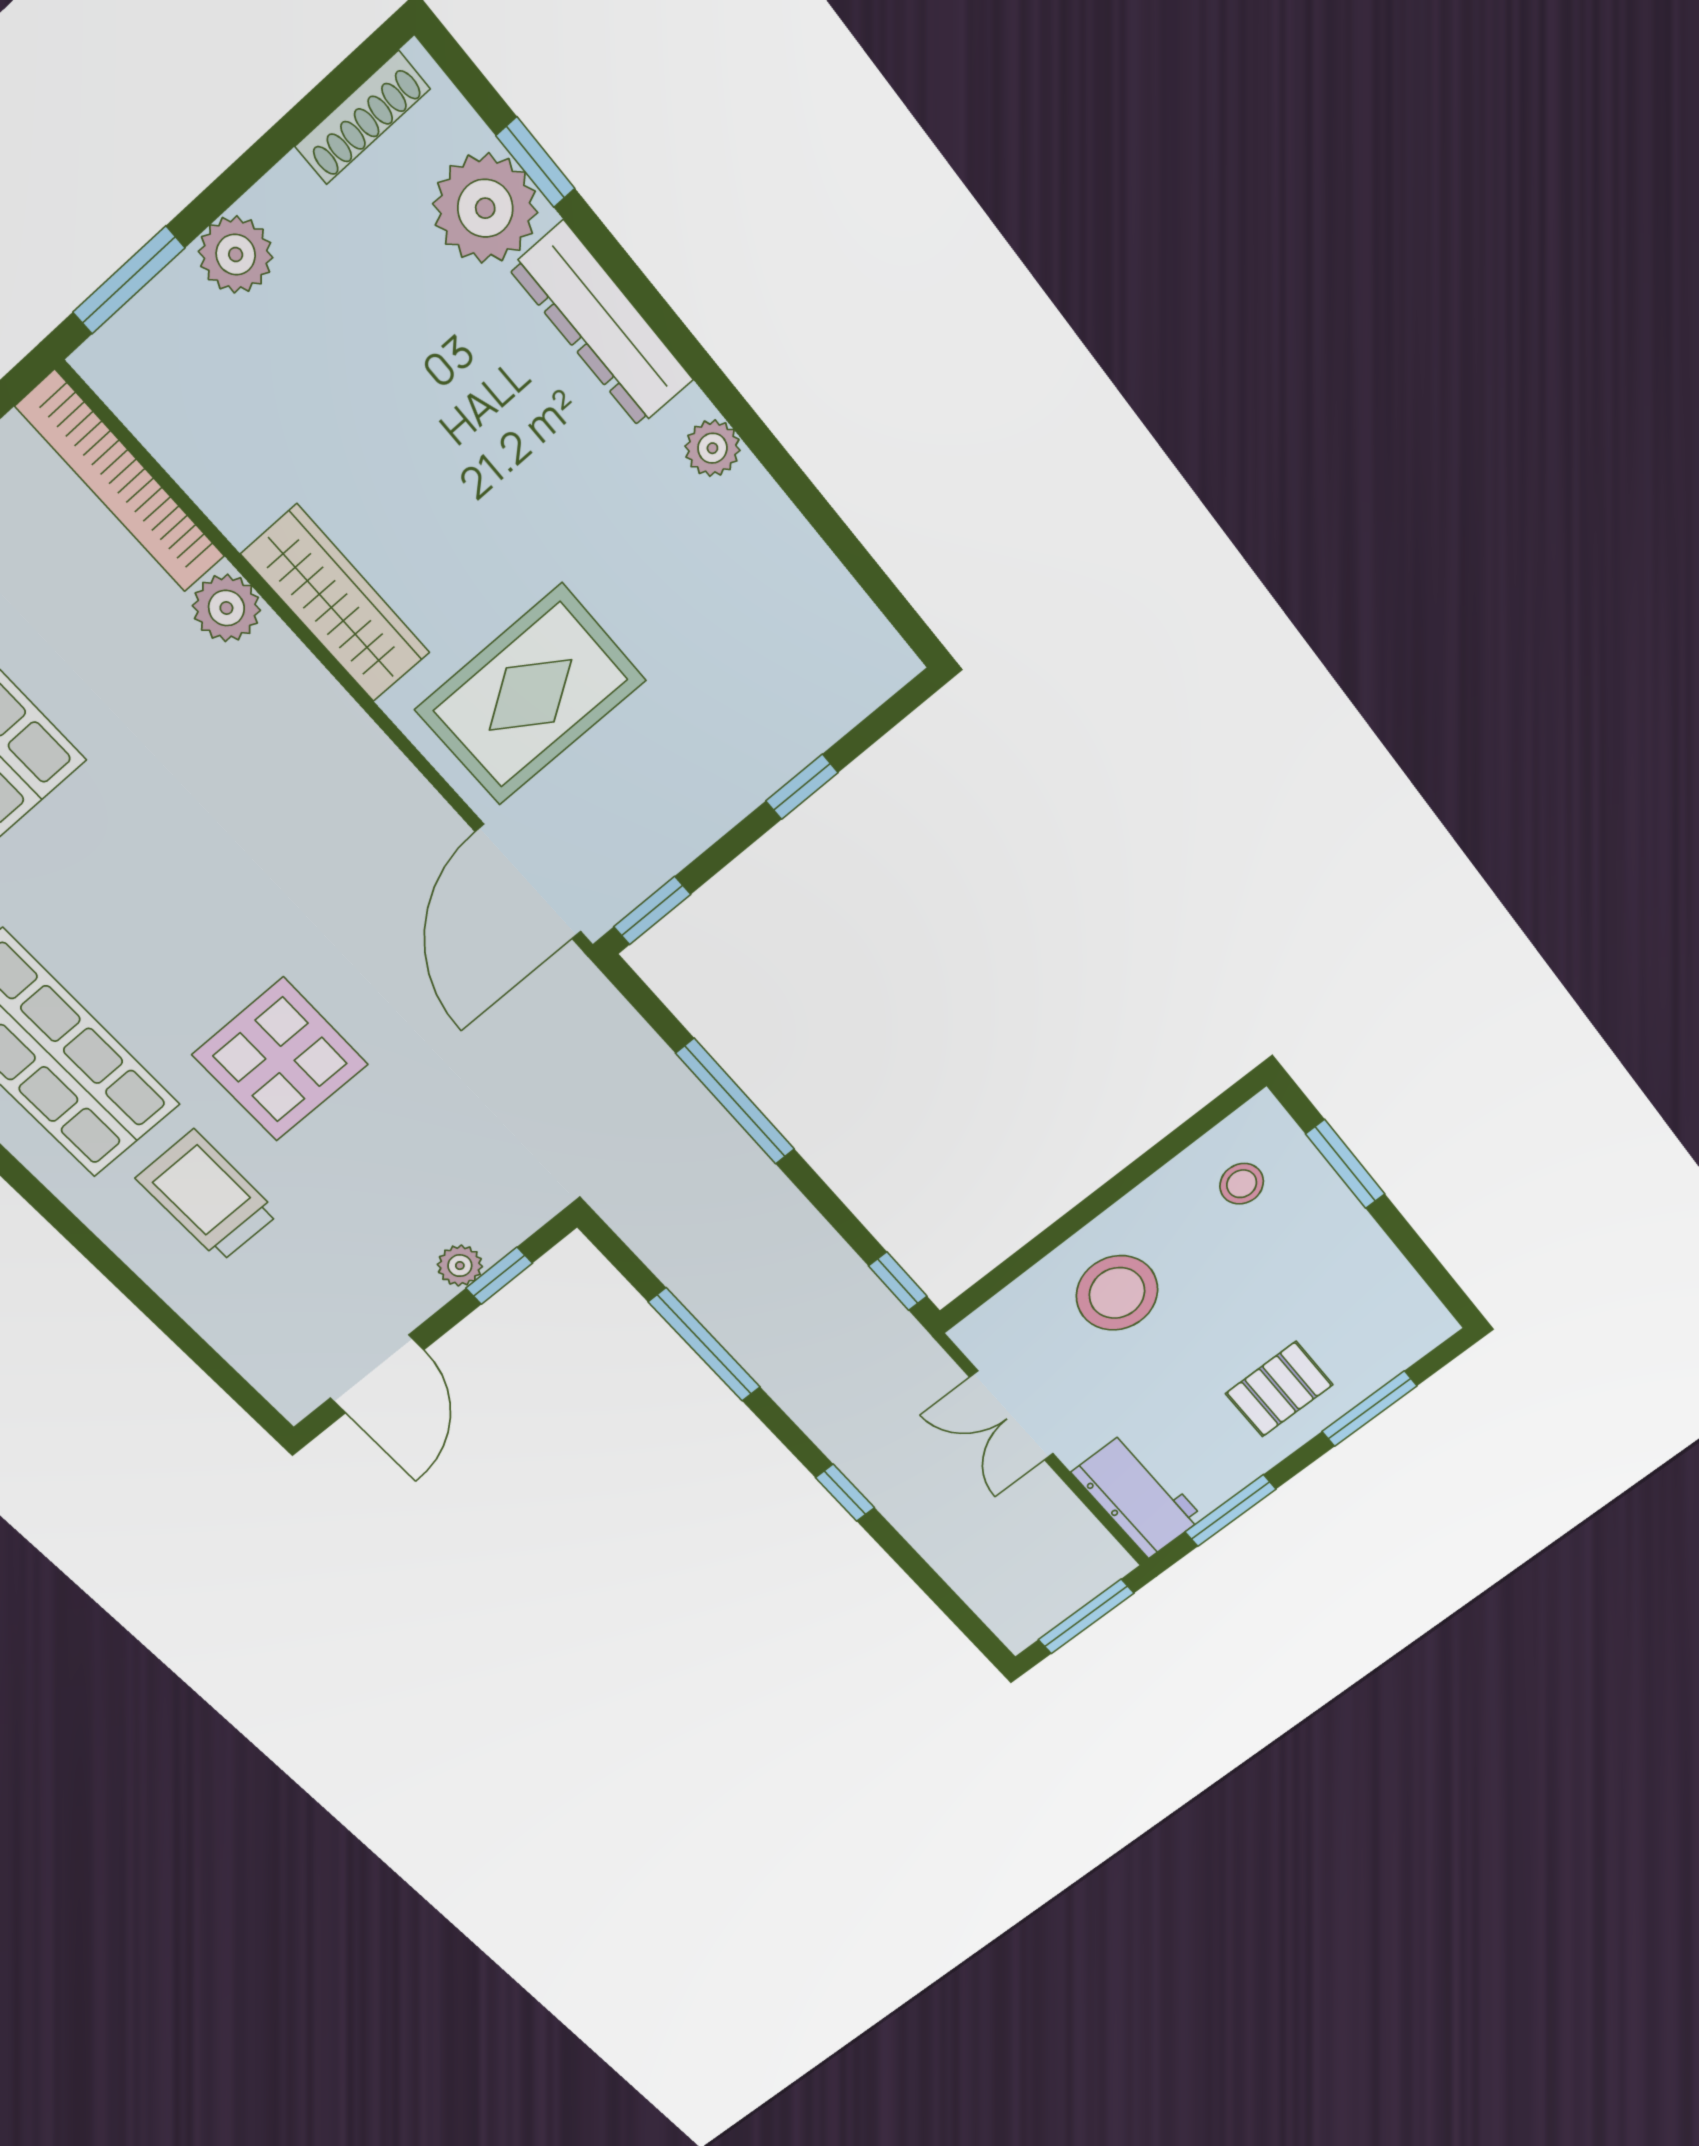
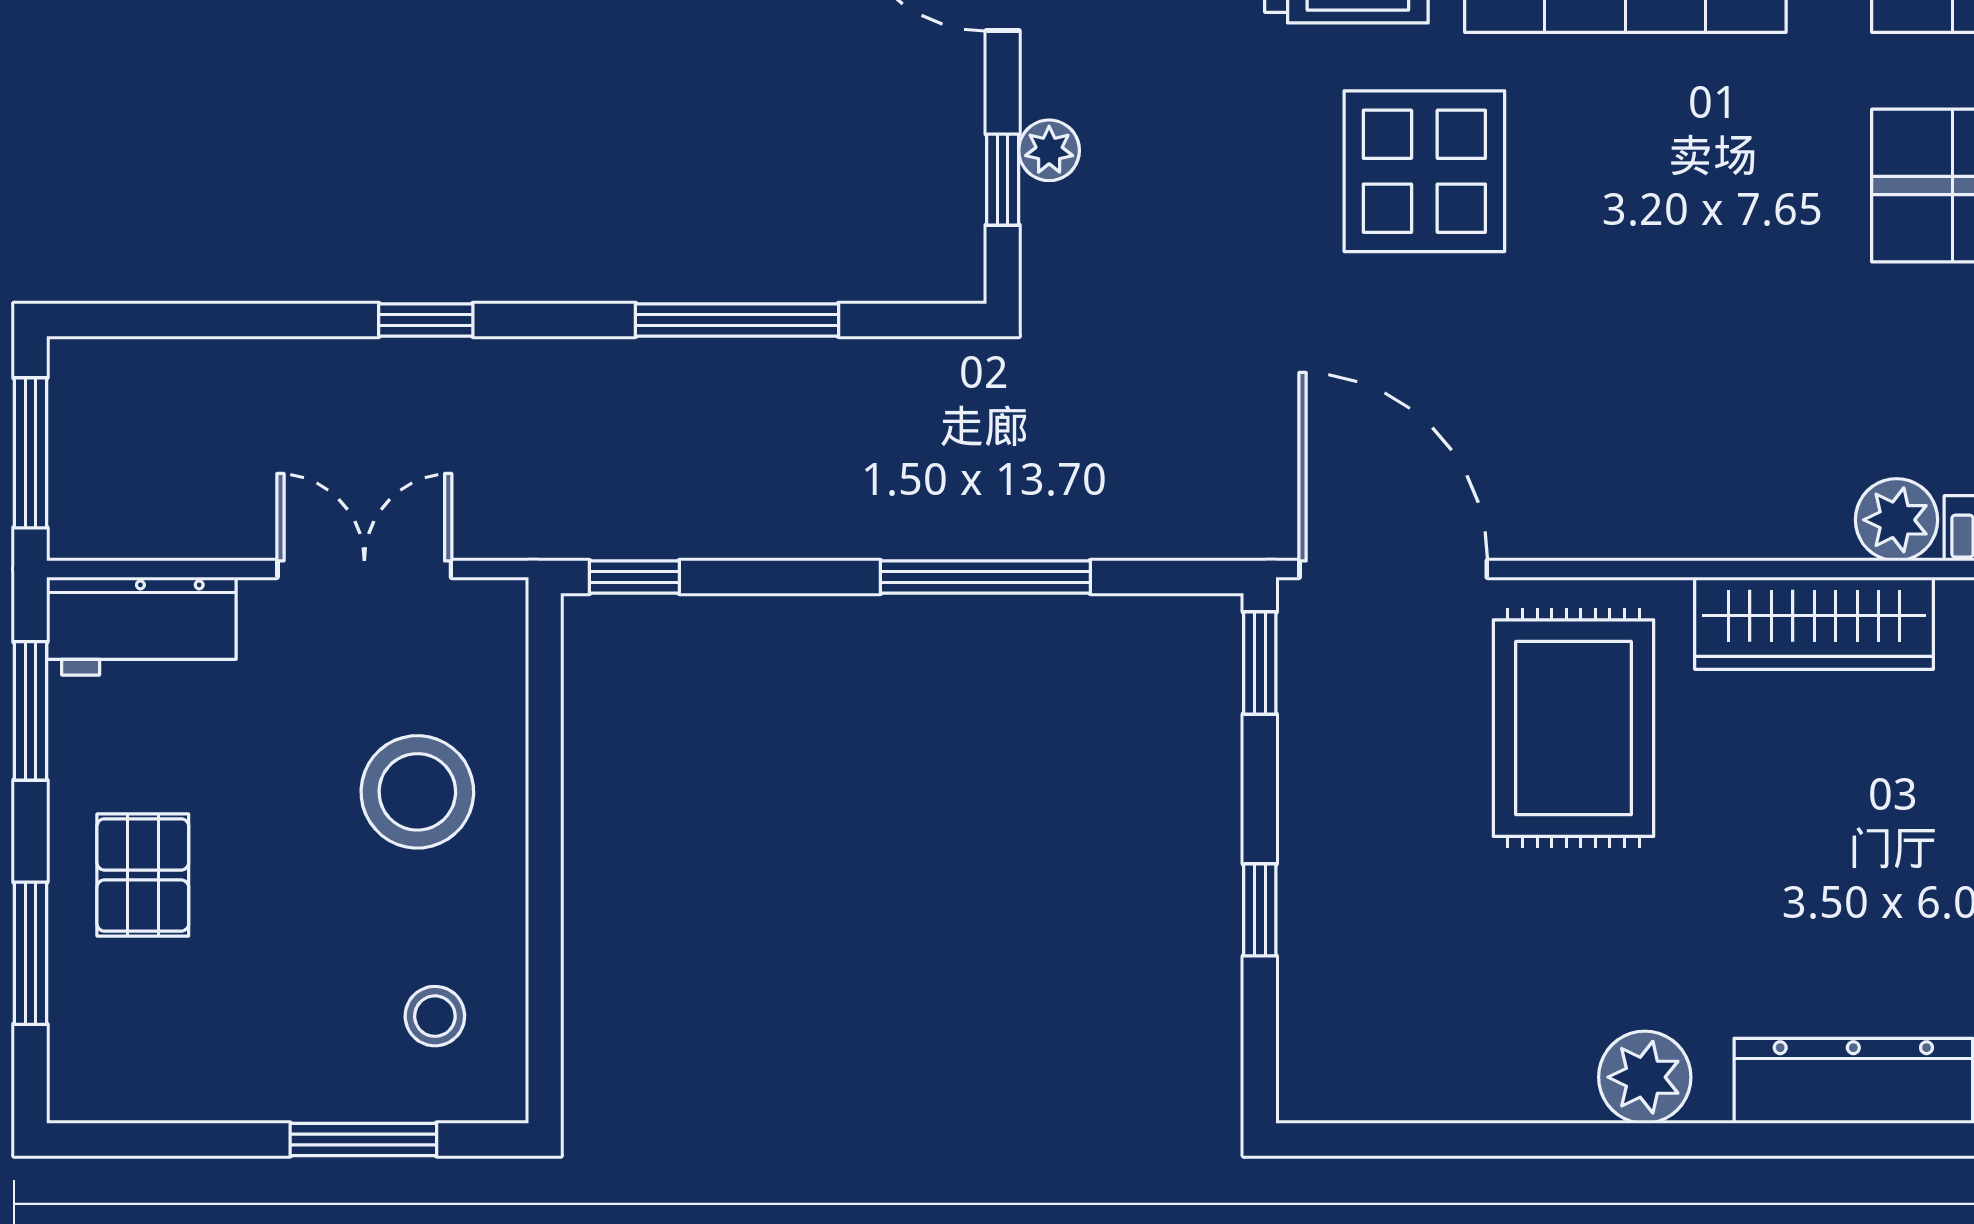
plant: (712, 448) -> (1645, 1077), width x1.38, depth x1.38

